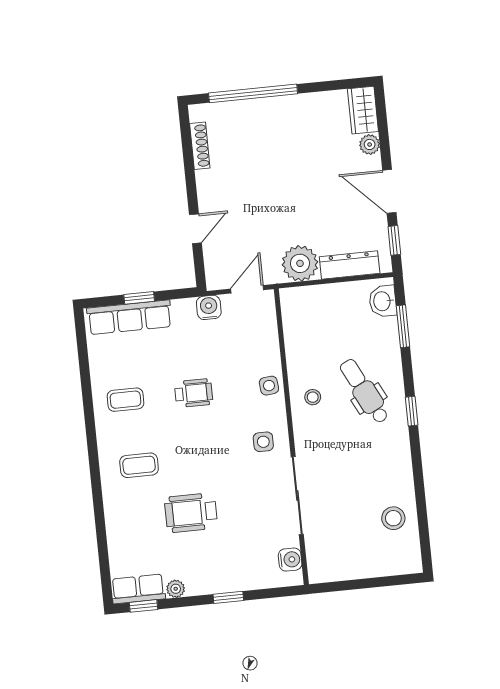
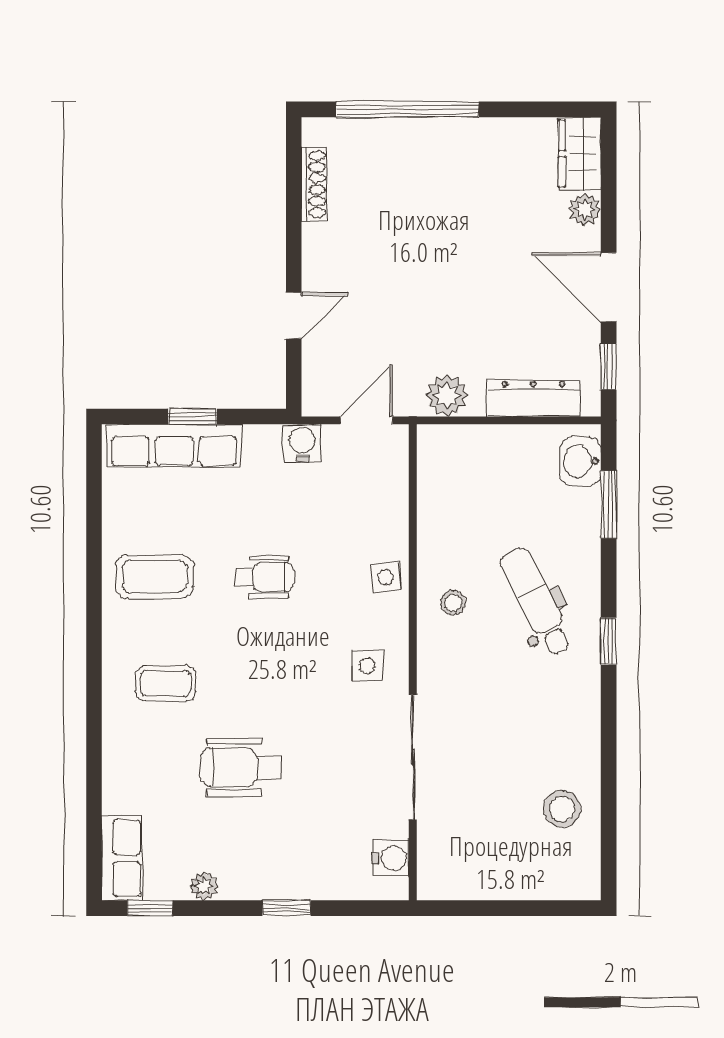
plant: (300, 263) -> (447, 395), width x0.73, depth x0.73
coffee table: (125, 400) -> (155, 577), width x1.36, depth x1.30
row of seats: (138, 589) -> (122, 858), moved, turned 90

